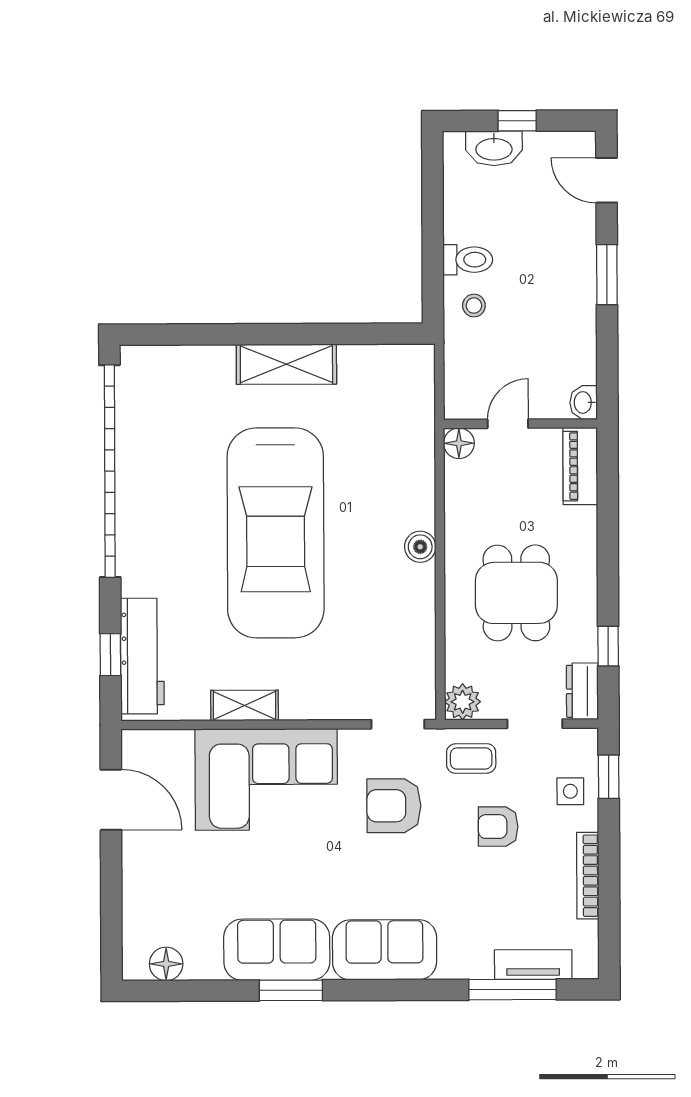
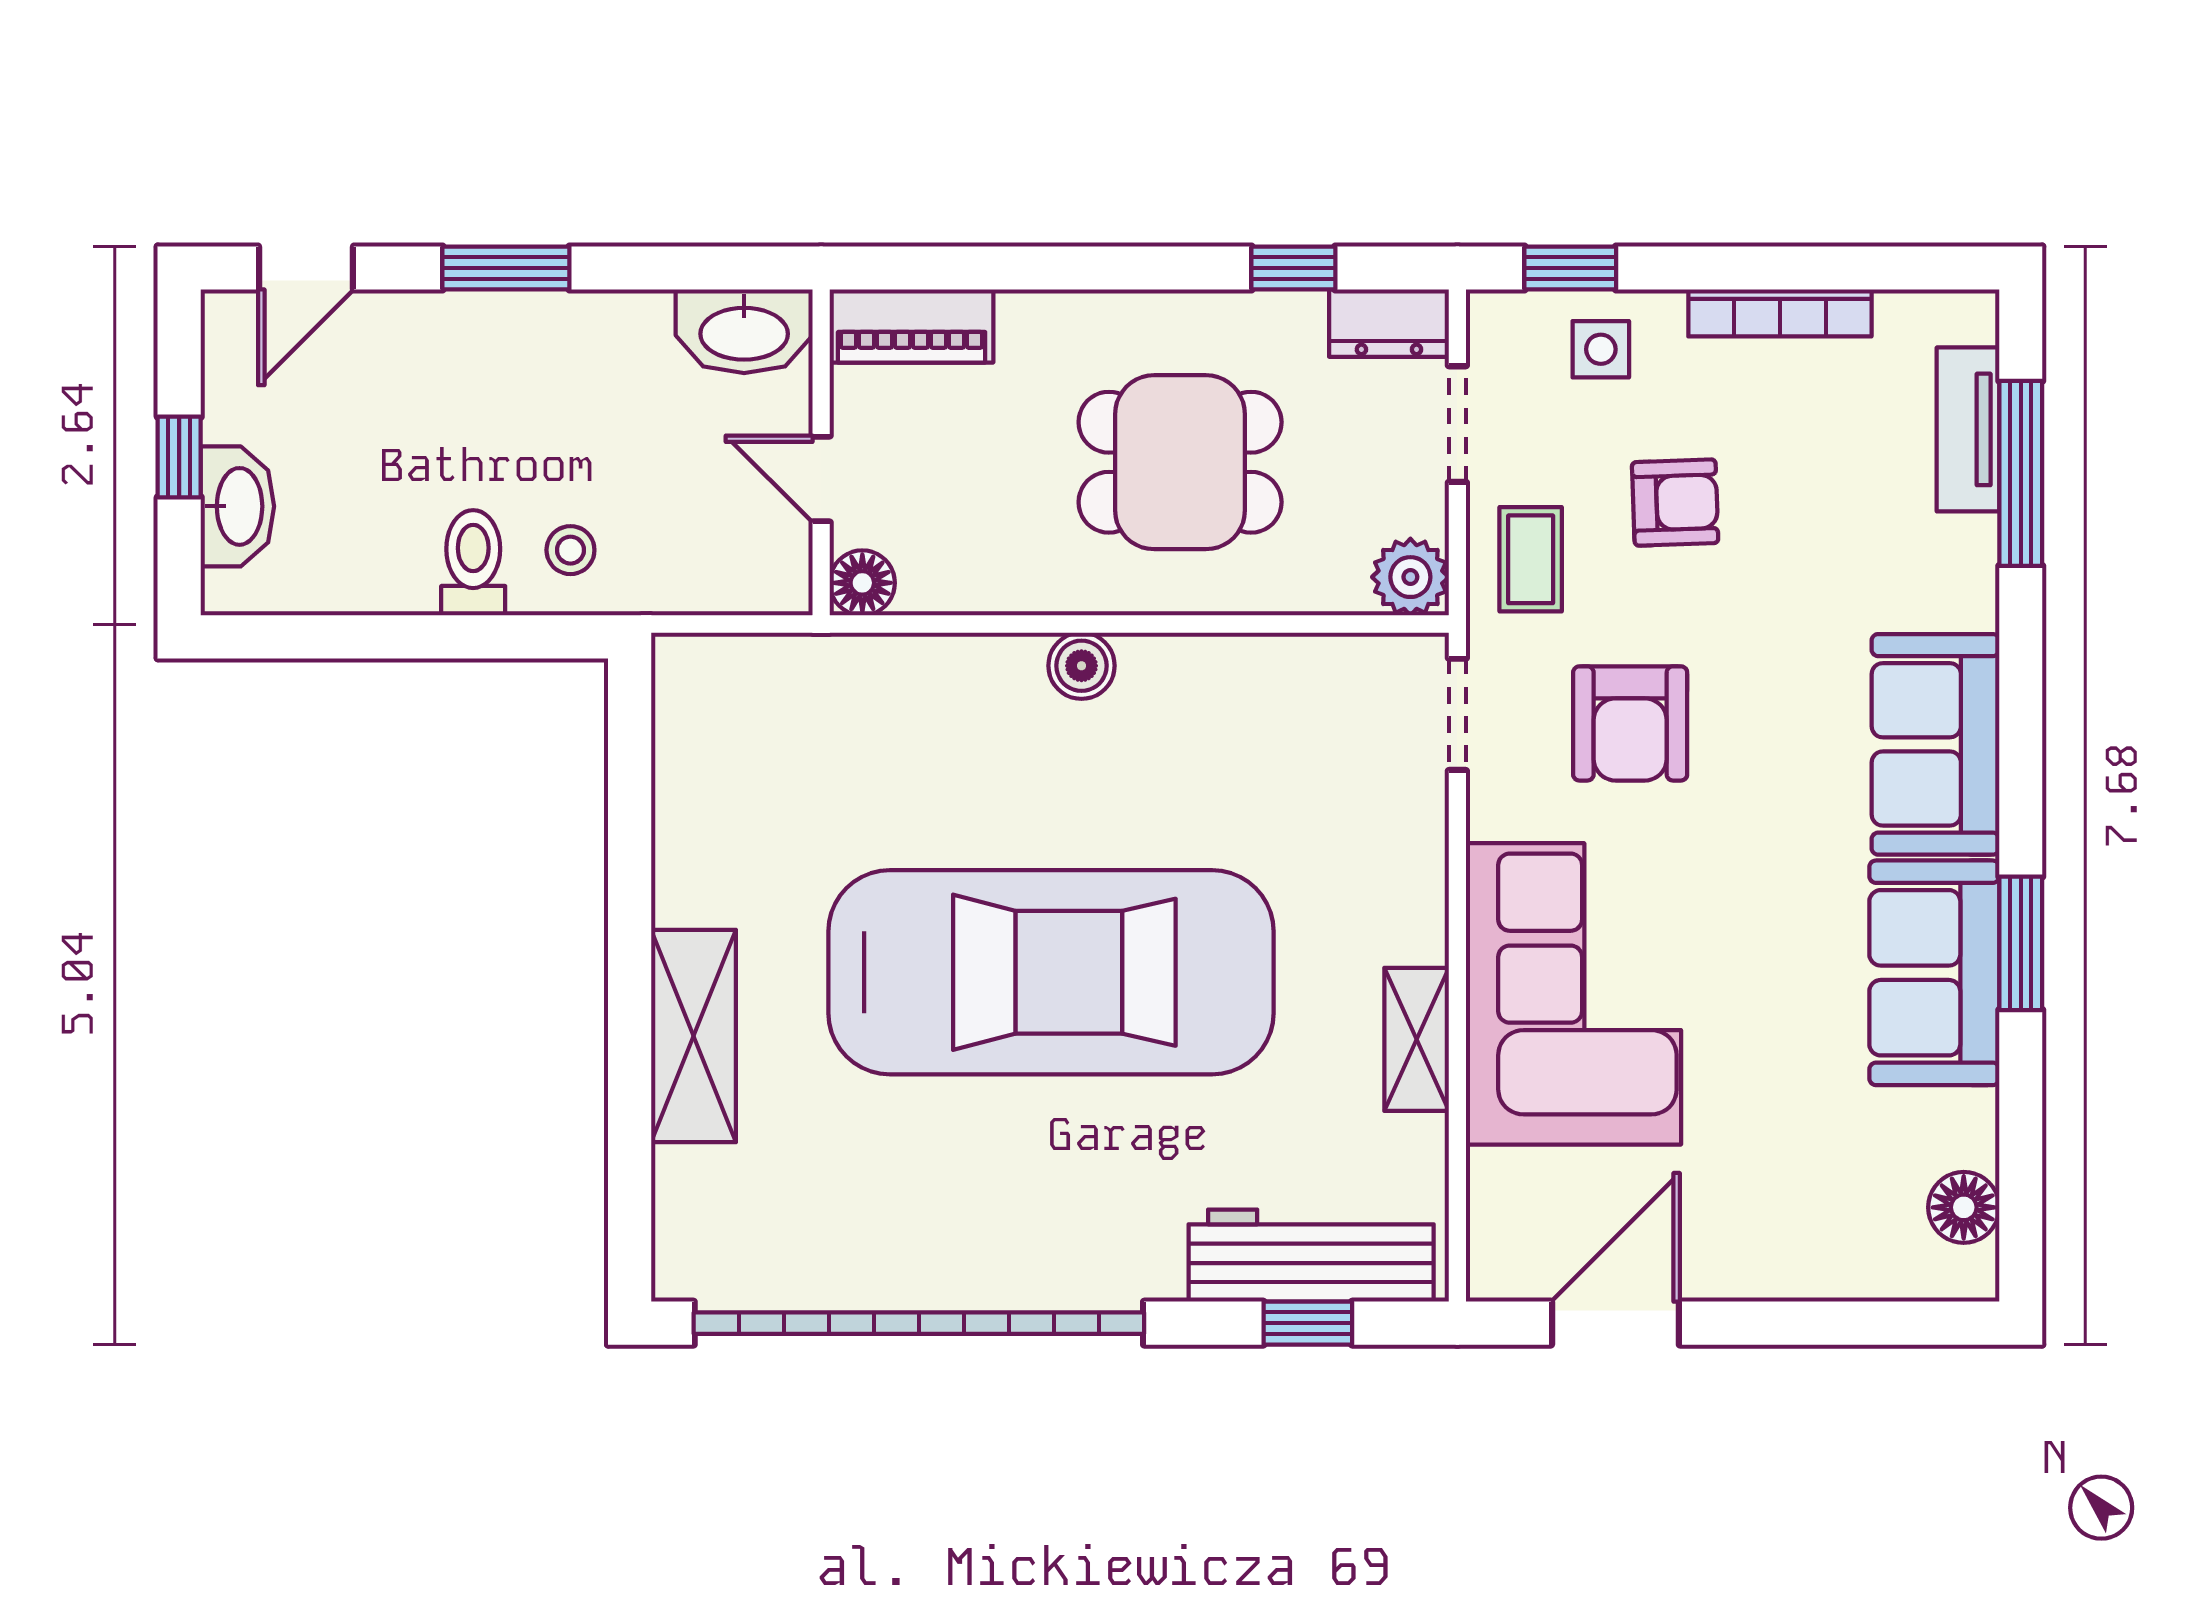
shelving: (286, 364) -> (693, 1036), moved
washbasin: (584, 402) -> (744, 331), width x1.91, depth x1.45
armchair: (498, 827) -> (1675, 503), turned -92

